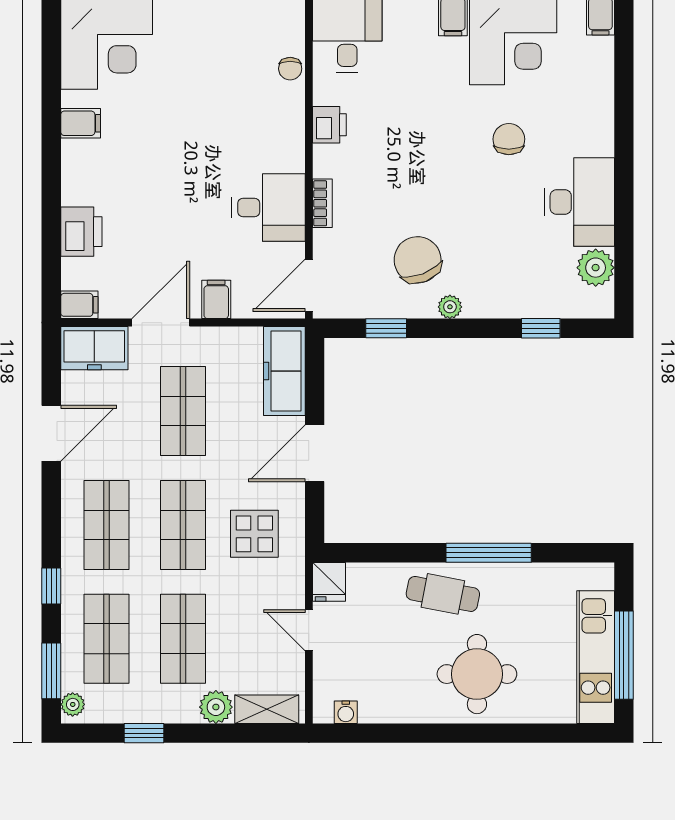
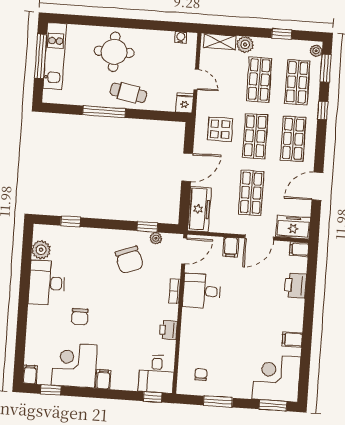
chair: (290, 69) -> (201, 375), moved
plant: (450, 307) -> (156, 238), moved

